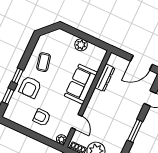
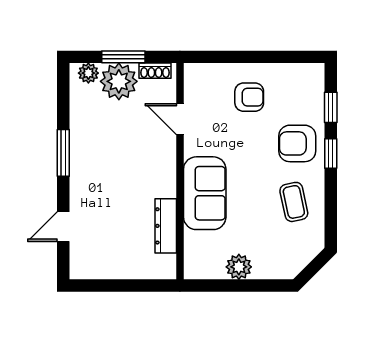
door: (141, 63) -> (110, 286), removed
armchair: (30, 87) -> (297, 143), turned -90
plant: (61, 139) -> (193, 73), removed

